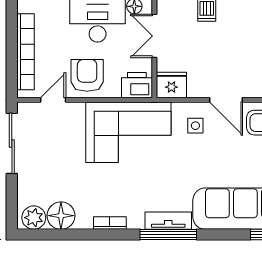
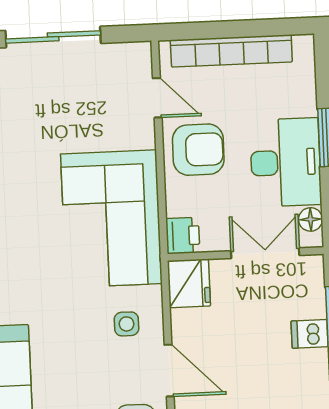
printer: (137, 85) -> (183, 236), width x0.73, depth x0.81
door: (226, 100) -> (169, 371), swing flipped
sliding door: (12, 143) -> (53, 37), moved

